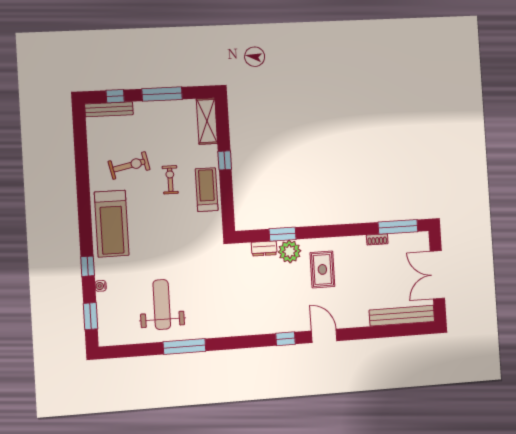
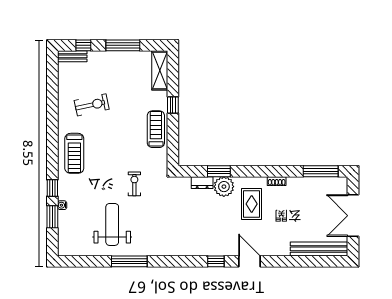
bench: (109, 109) -> (72, 56), width x0.73
exercise bike: (170, 180) -> (134, 184), moved
treadmill: (112, 224) -> (74, 153), width x0.73, depth x0.73
shoe rack: (377, 239) -> (277, 181), moved
window: (90, 316) -> (52, 217), moved

